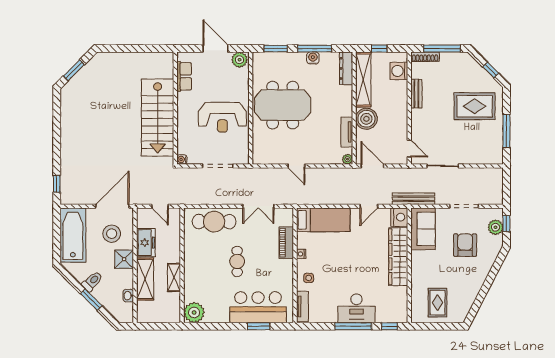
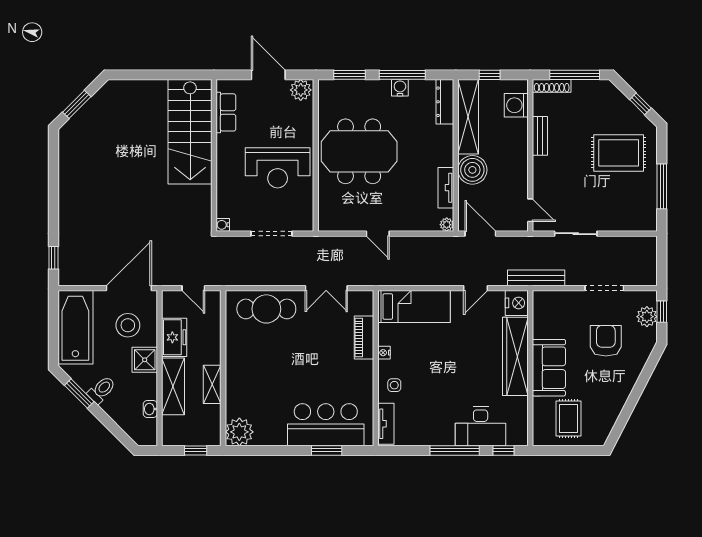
stairs: (158, 118) -> (190, 132), moved
sofa: (423, 229) -> (549, 368), moved
cafe table: (237, 261) -> (298, 363), removed
window: (91, 300) -> (79, 393), moved
desk: (356, 308) -> (481, 426), moved
window: (162, 326) -> (196, 450), added

